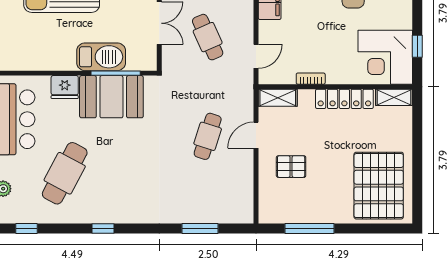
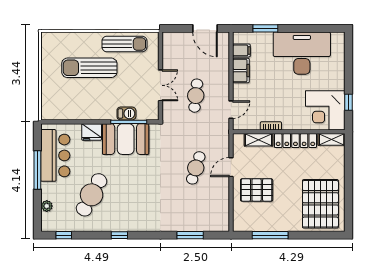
cafe table: (208, 37) -> (196, 96), turned 30
barbecue: (101, 57) -> (126, 113), width x0.53, depth x0.65
shelving: (278, 98) -> (259, 140), moved
pallet: (291, 167) -> (257, 190), width x1.50, depth x1.42

